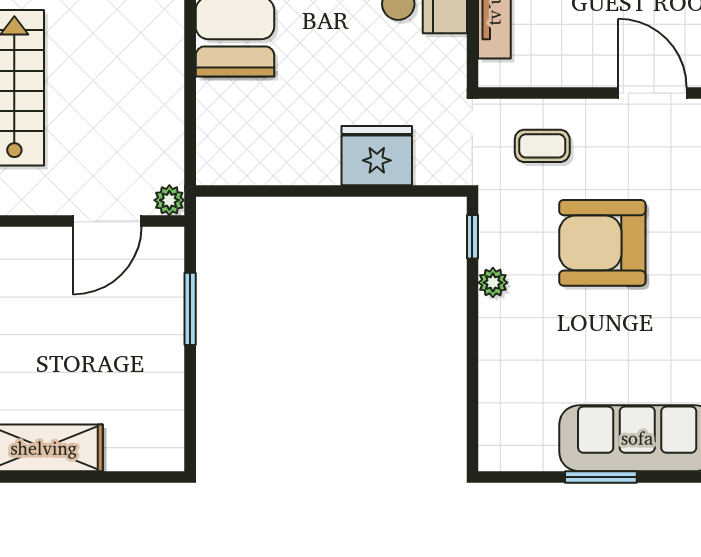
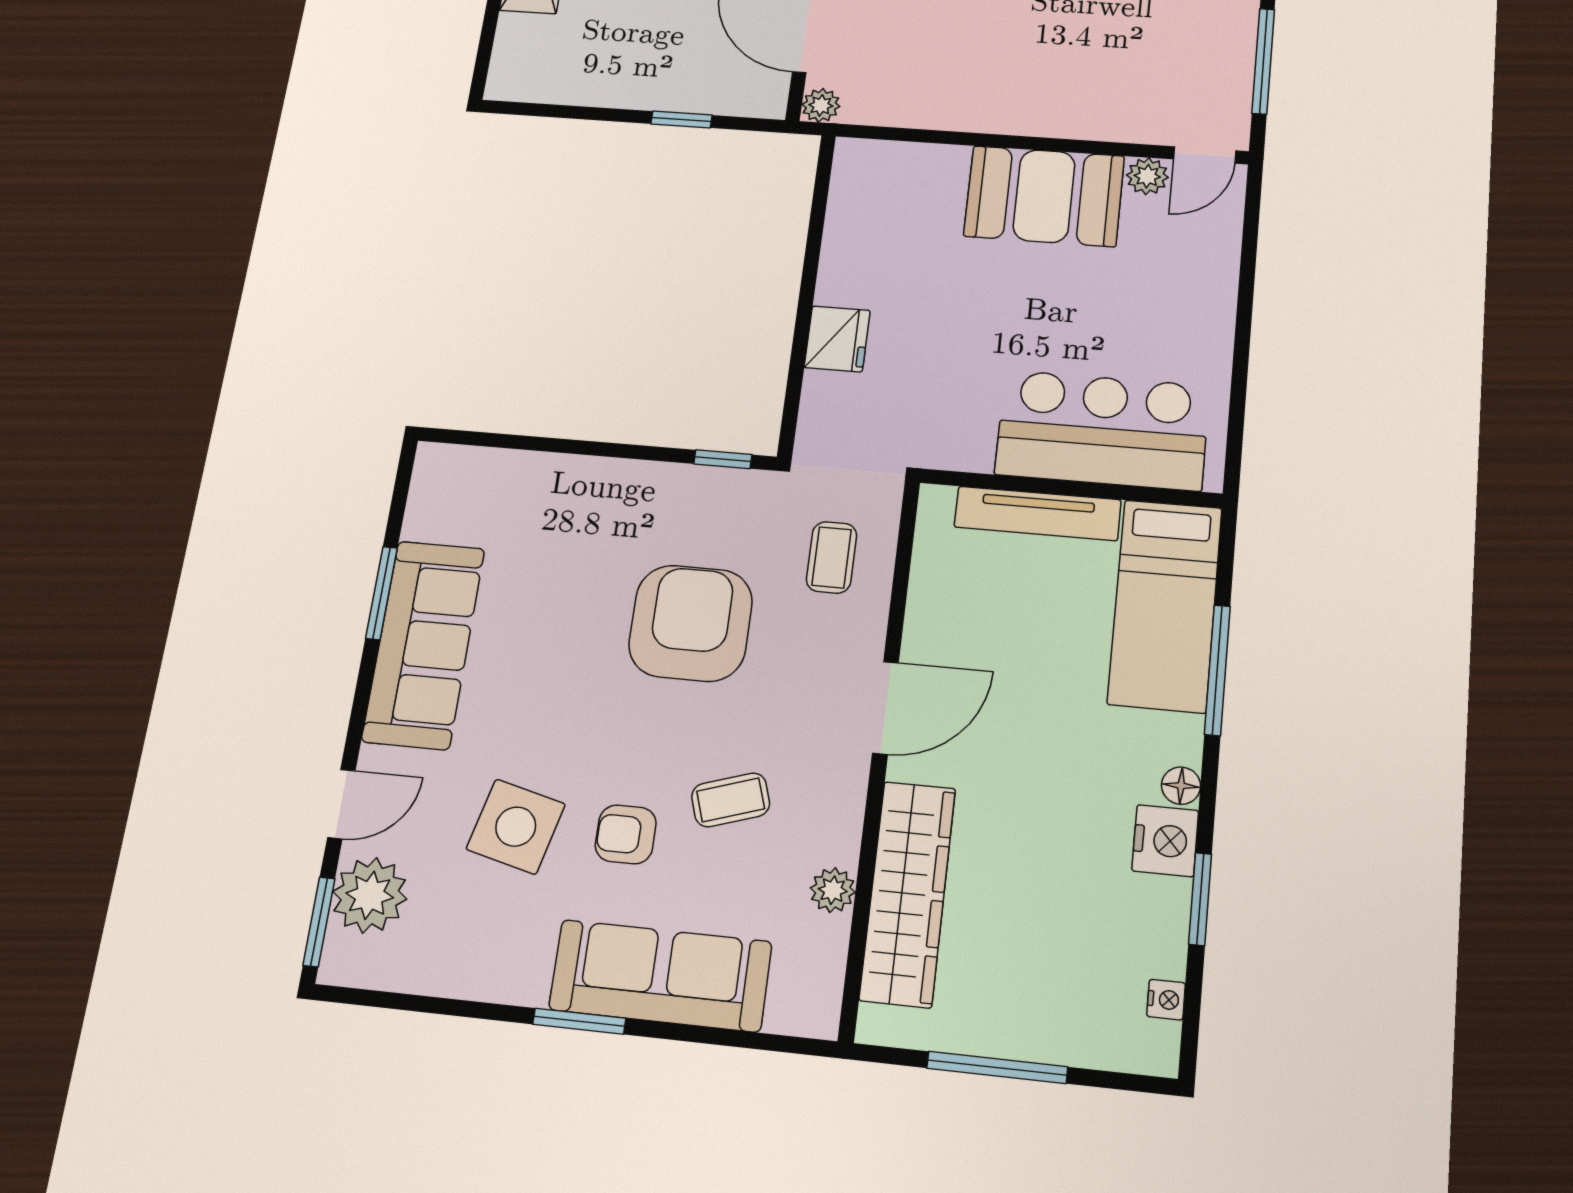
fridge: (377, 156) -> (837, 339), width x0.73, depth x0.75
plant: (493, 283) -> (659, 480), removed
window: (190, 309) -> (681, 120), width x0.67

